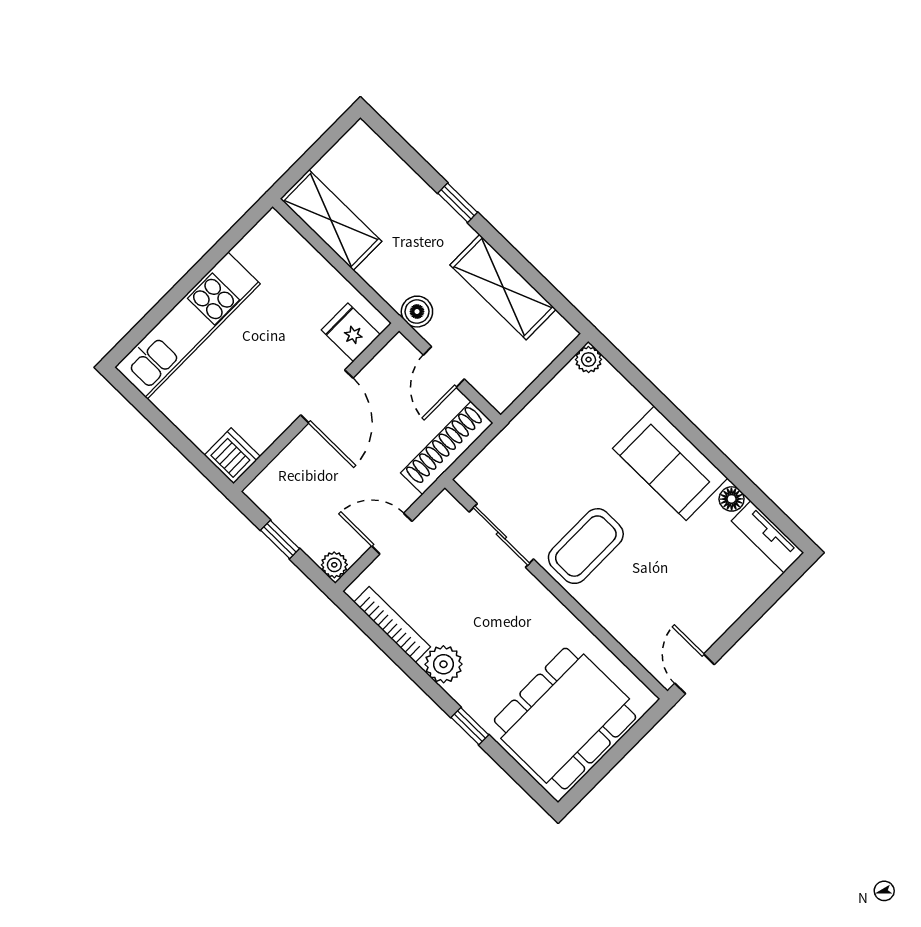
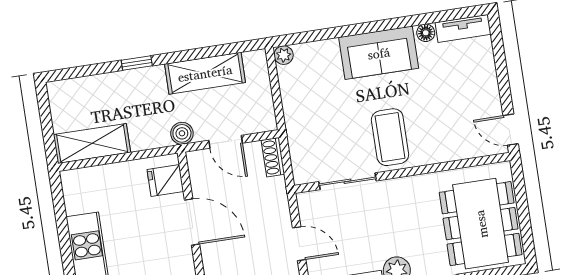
shoe rack: (447, 448) -> (273, 157), width x0.51, depth x0.81
door: (392, 534) -> (299, 244), swing flipped

